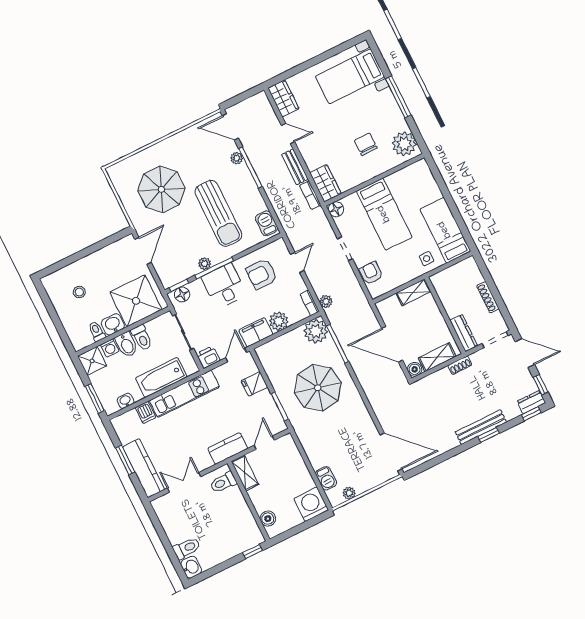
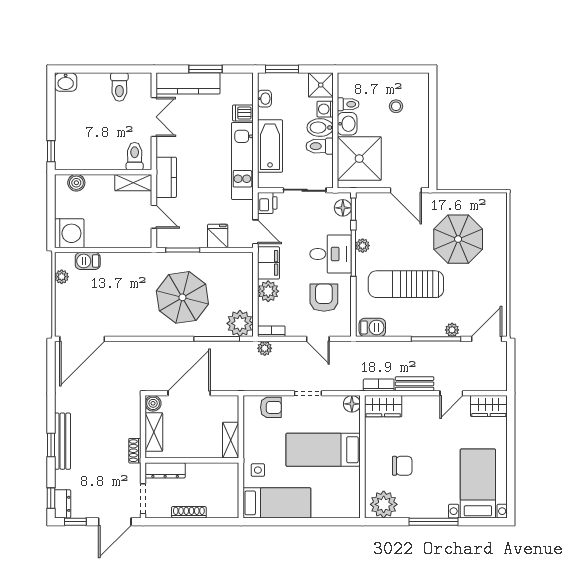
toilet: (187, 548) -> (119, 87), moved

